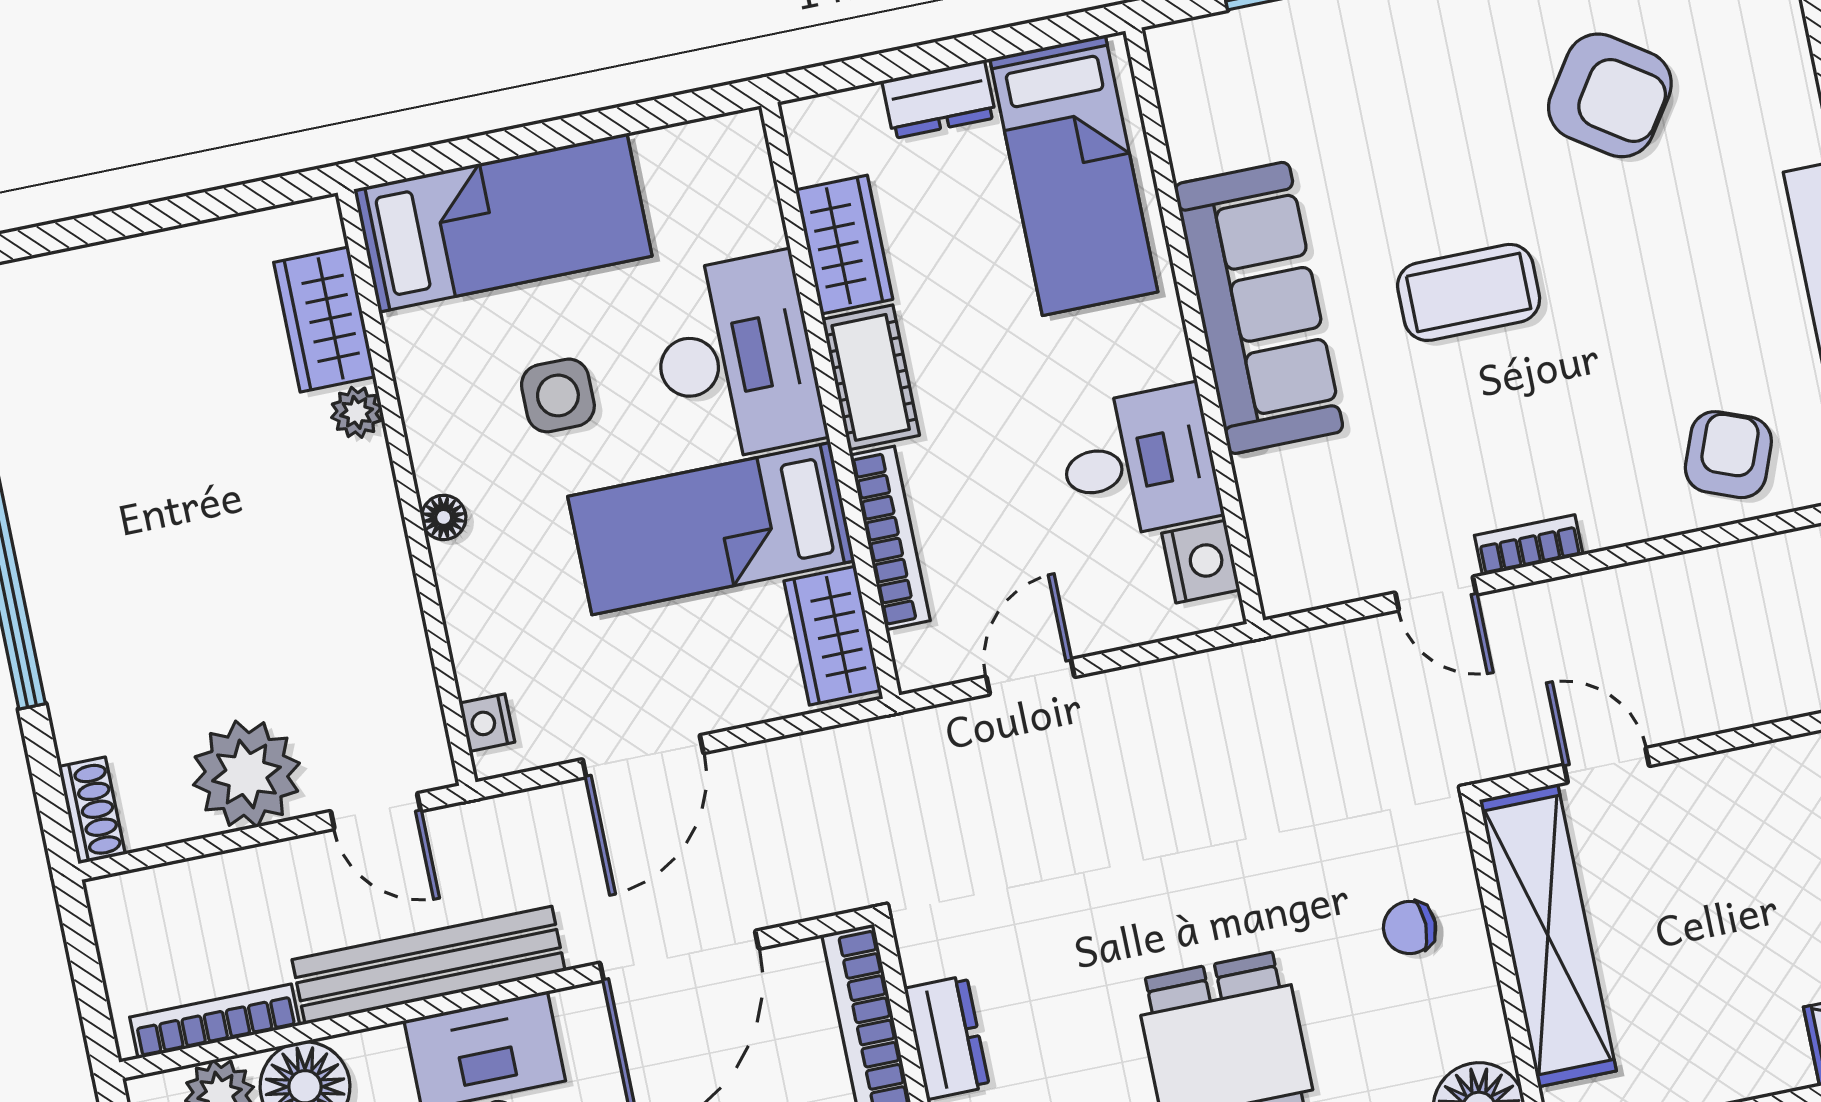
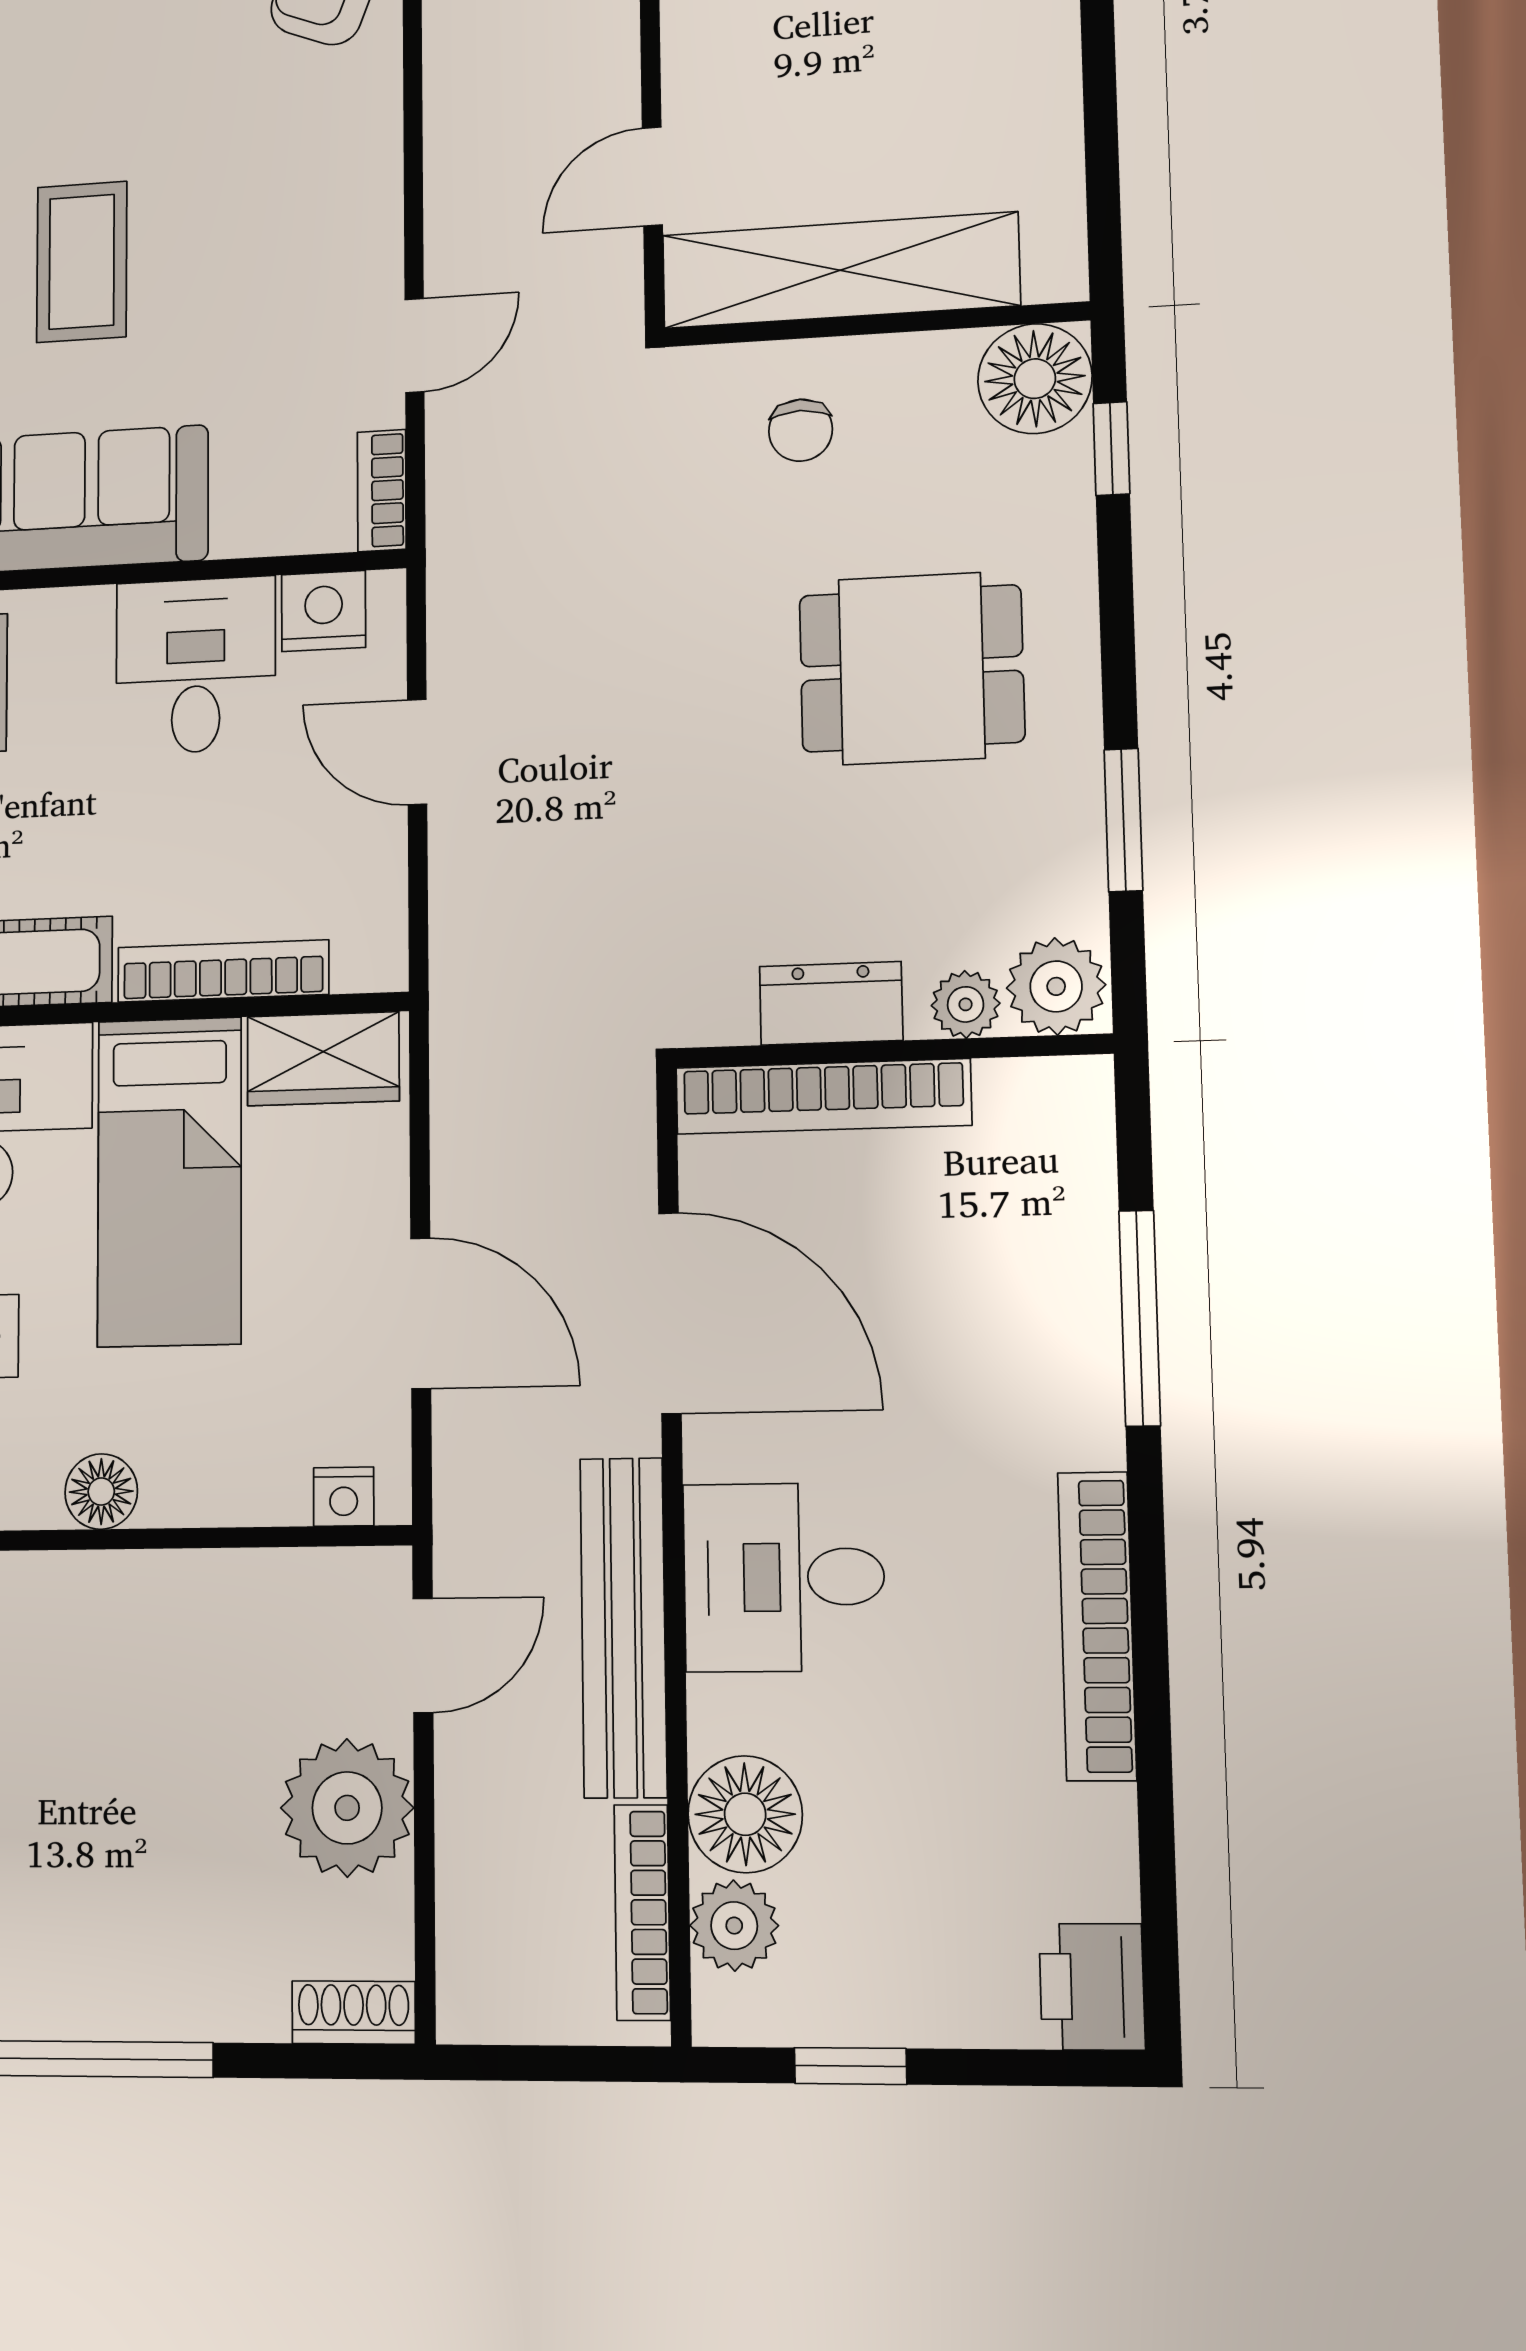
floor lamp: (444, 517) -> (101, 1492), width x1.37, depth x1.37
bookcase: (1529, 545) -> (382, 491), moved
door: (1030, 677) -> (417, 752), moved

